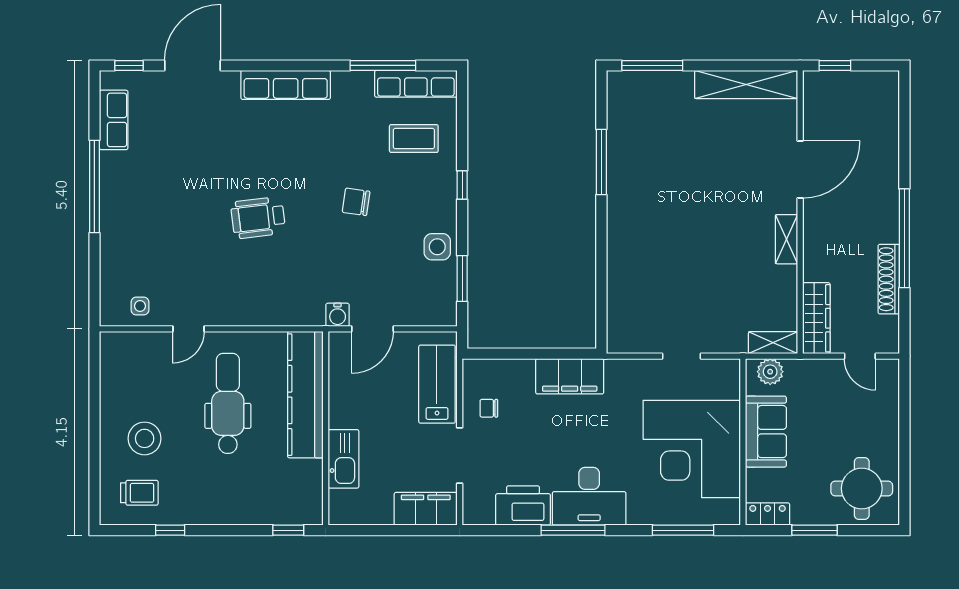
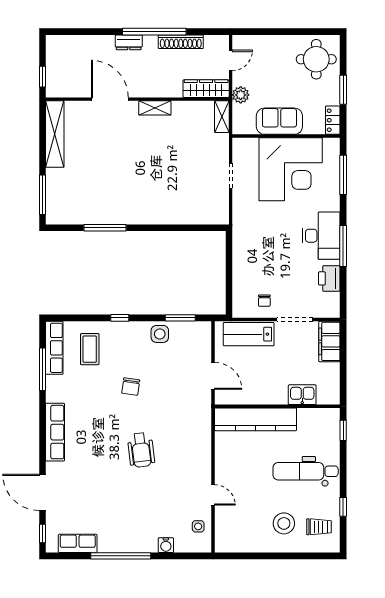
dresser: (888, 199) -> (129, 42), added
water cooler: (338, 315) -> (166, 545), moved, turned 90
plant: (770, 372) -> (241, 95), moved
filing cabinet: (570, 376) -> (244, 248), removed
dental chair: (228, 403) -> (306, 471), moved
kitchen sink: (343, 459) -> (302, 395), width x0.73
trolley: (139, 493) -> (319, 527), turned 90
printer: (523, 505) -> (329, 278), width x0.73, depth x0.84

